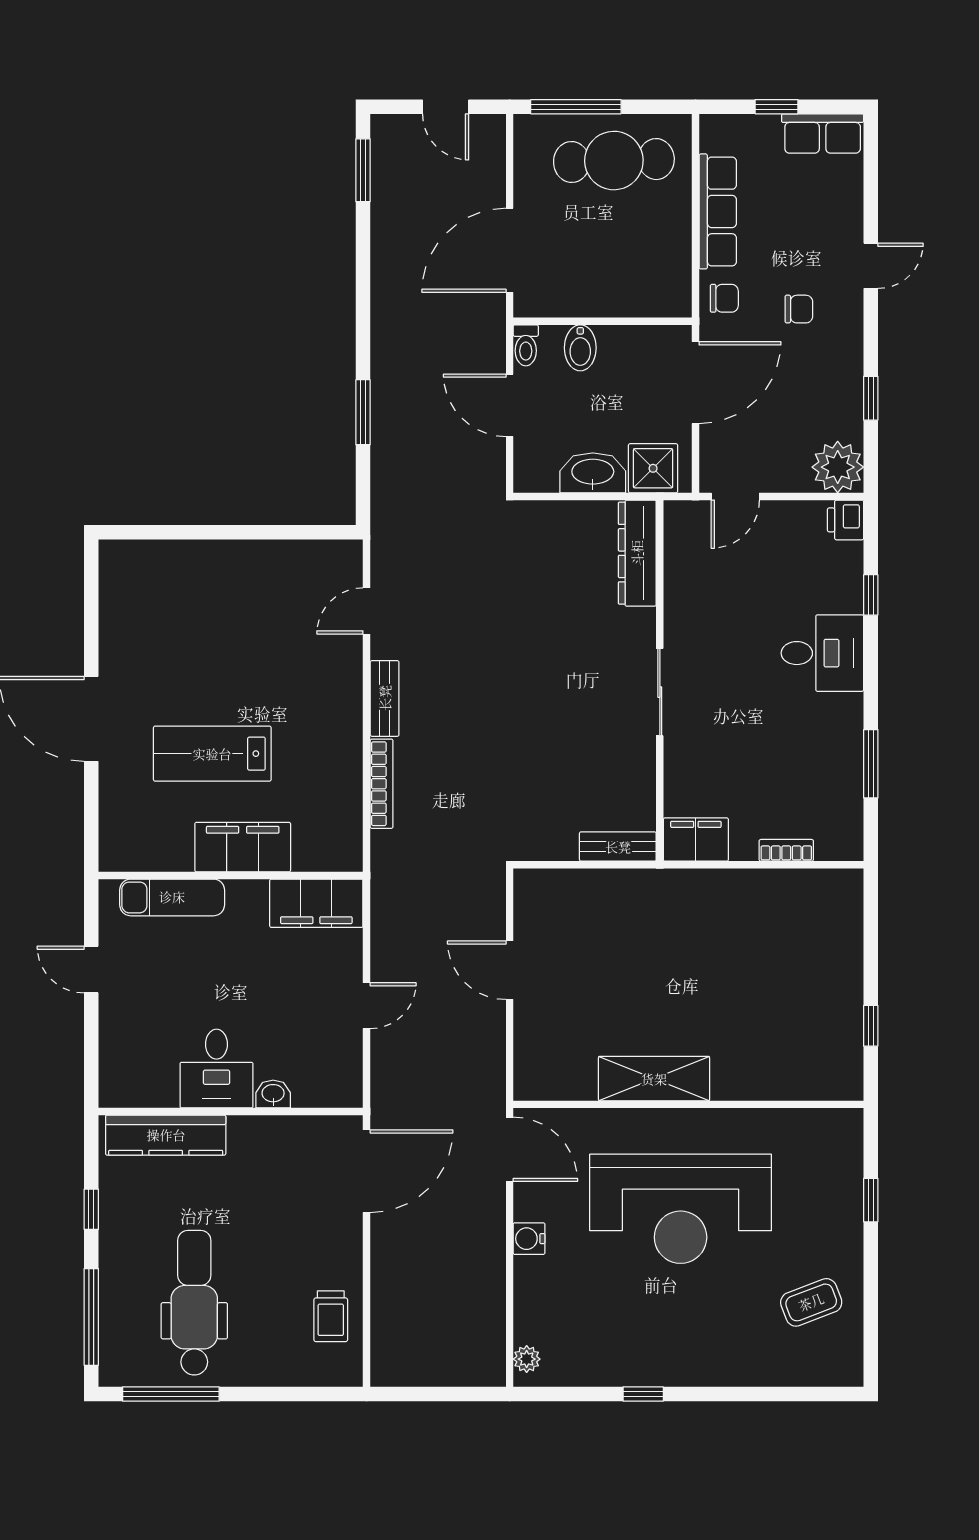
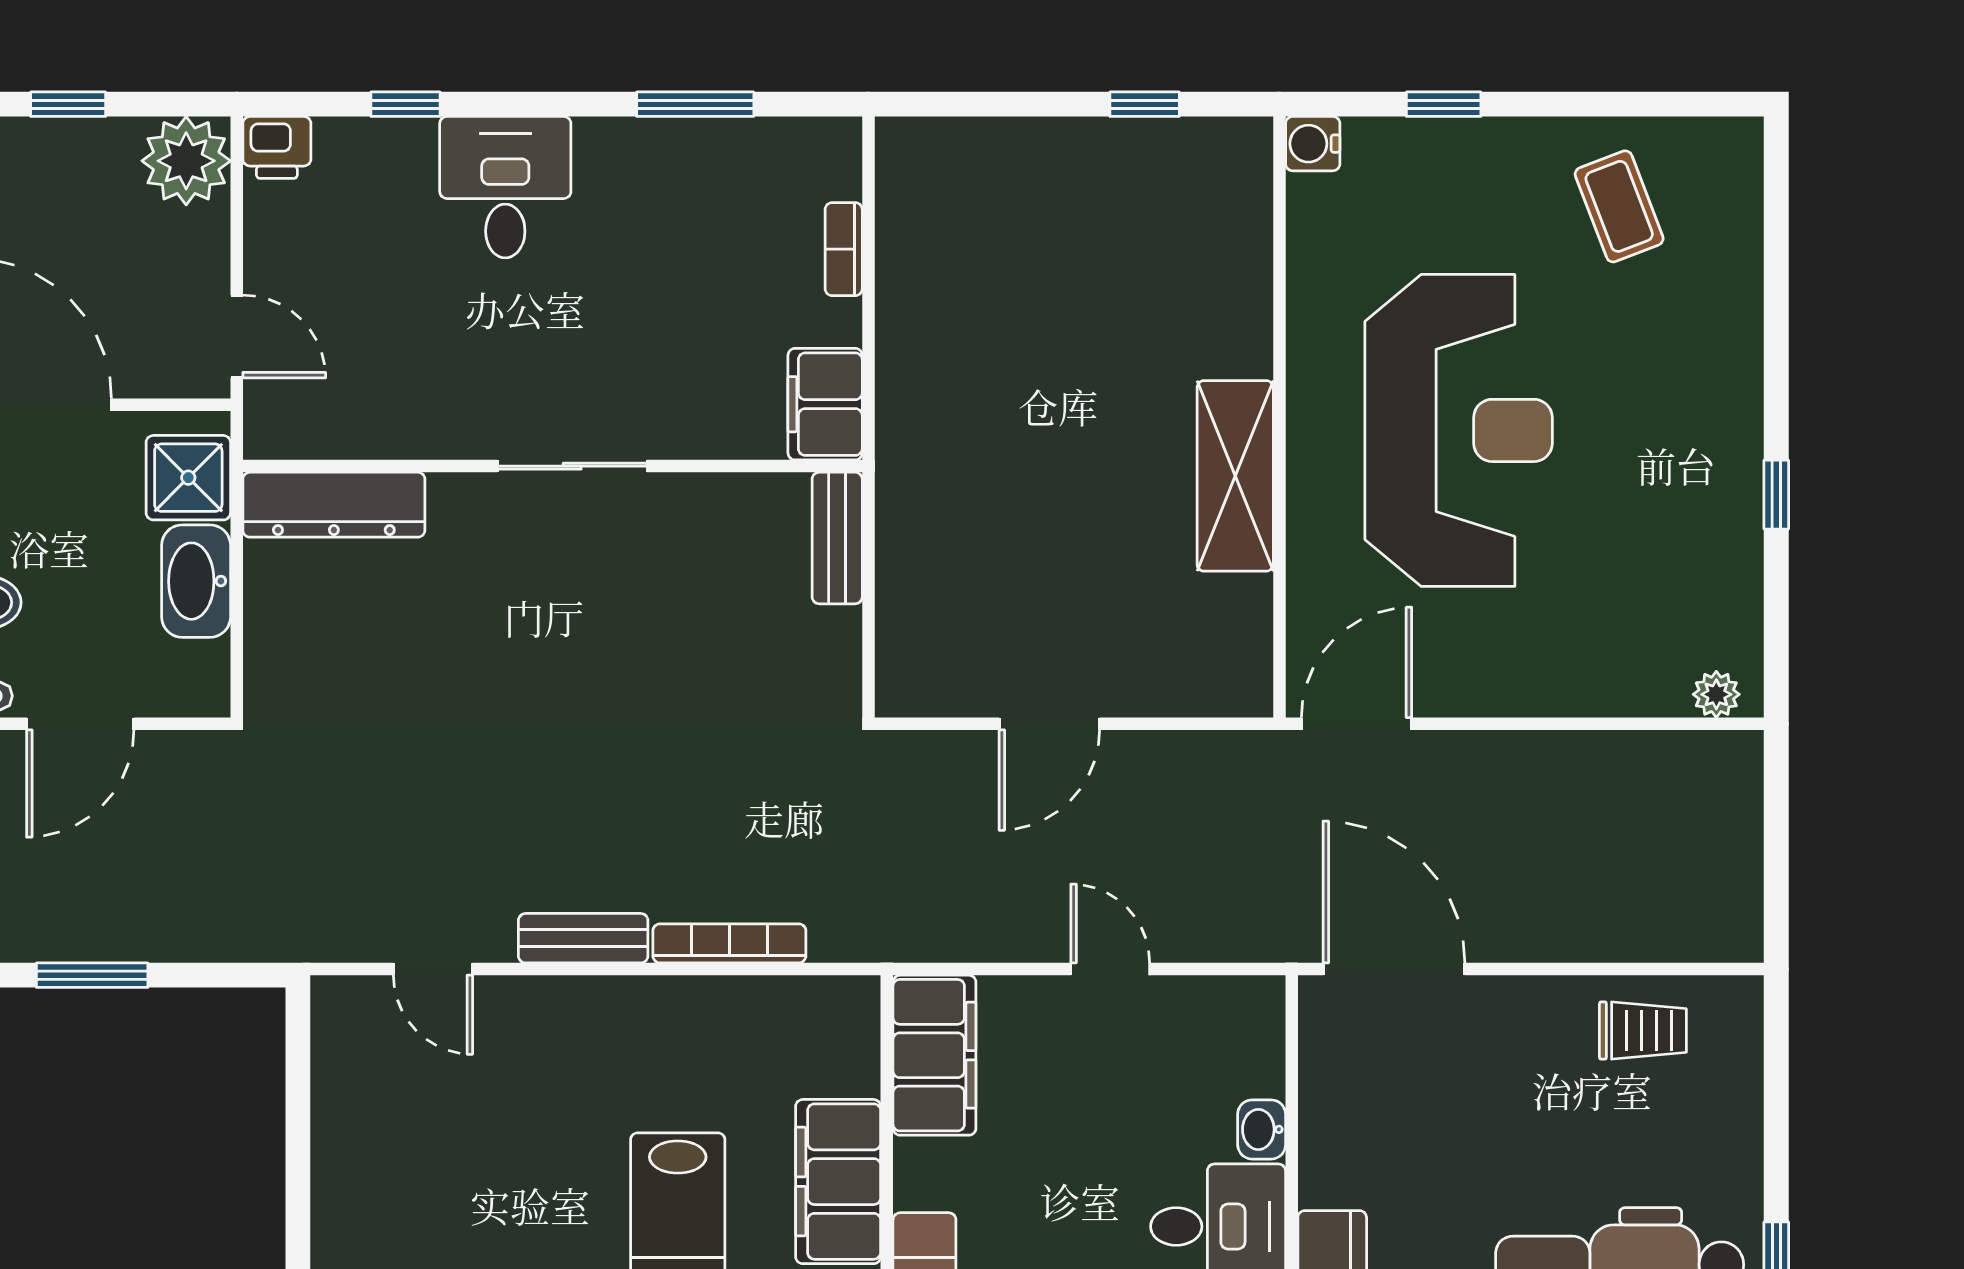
water cooler: (529, 1239) -> (1313, 144), moved, turned 90

